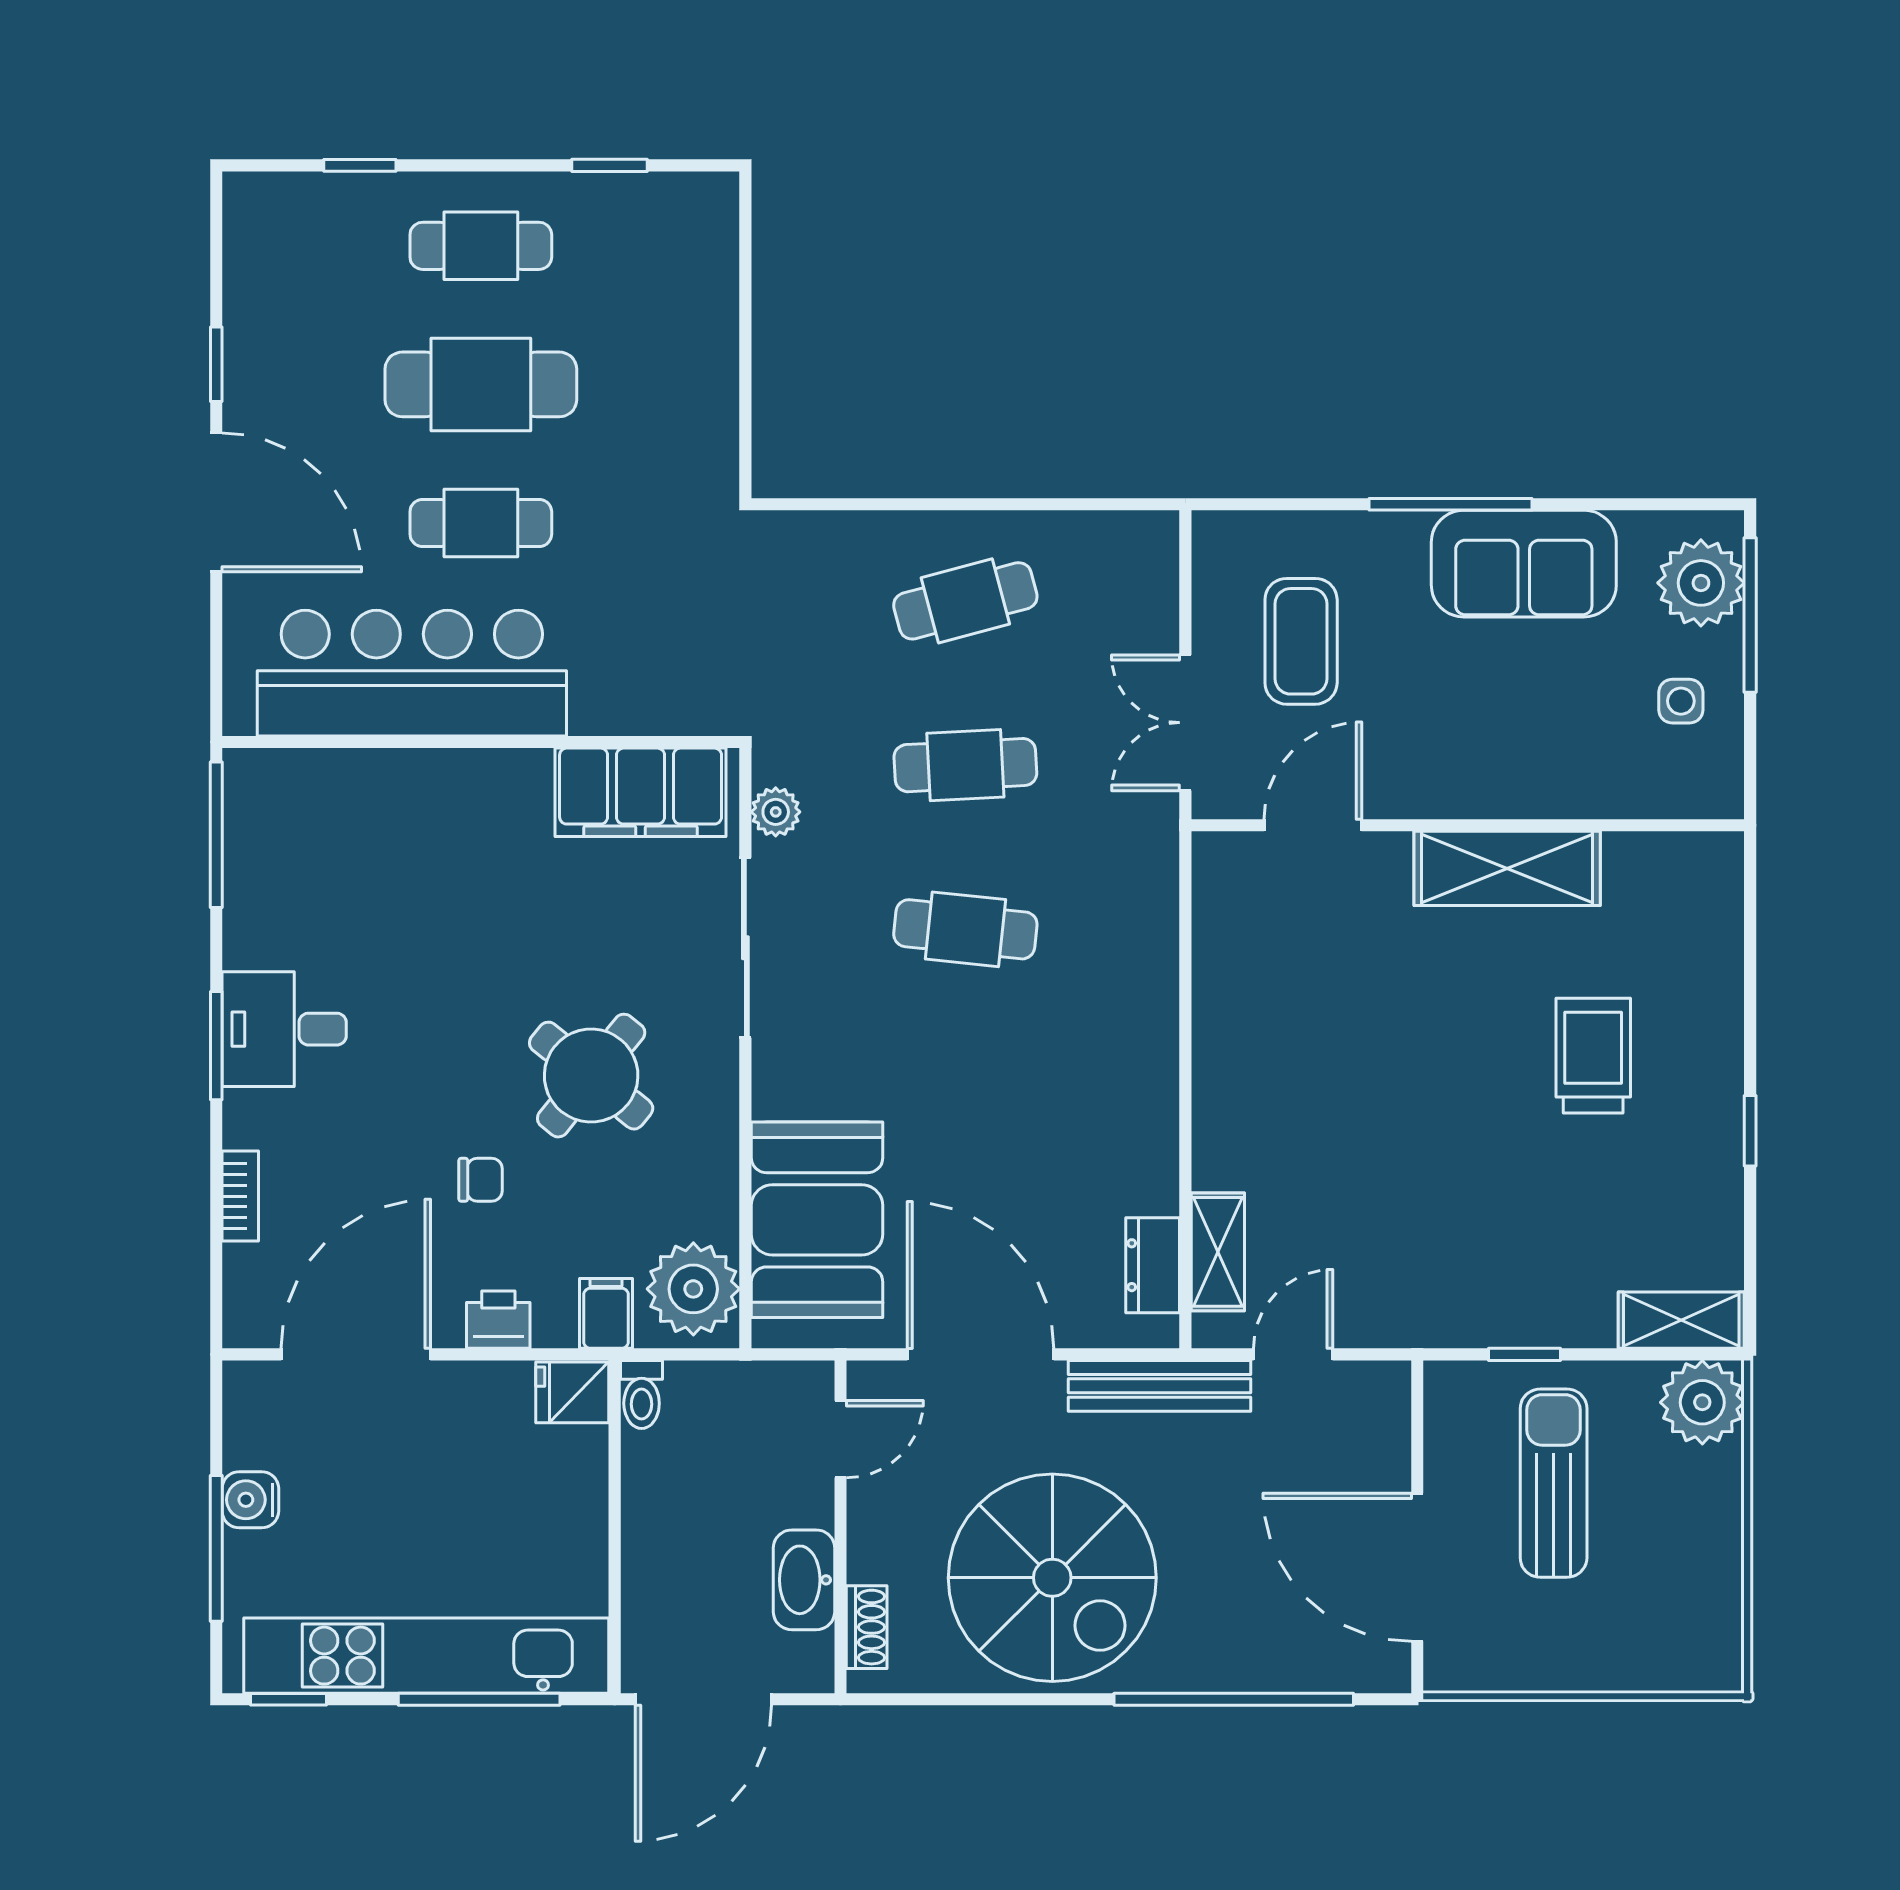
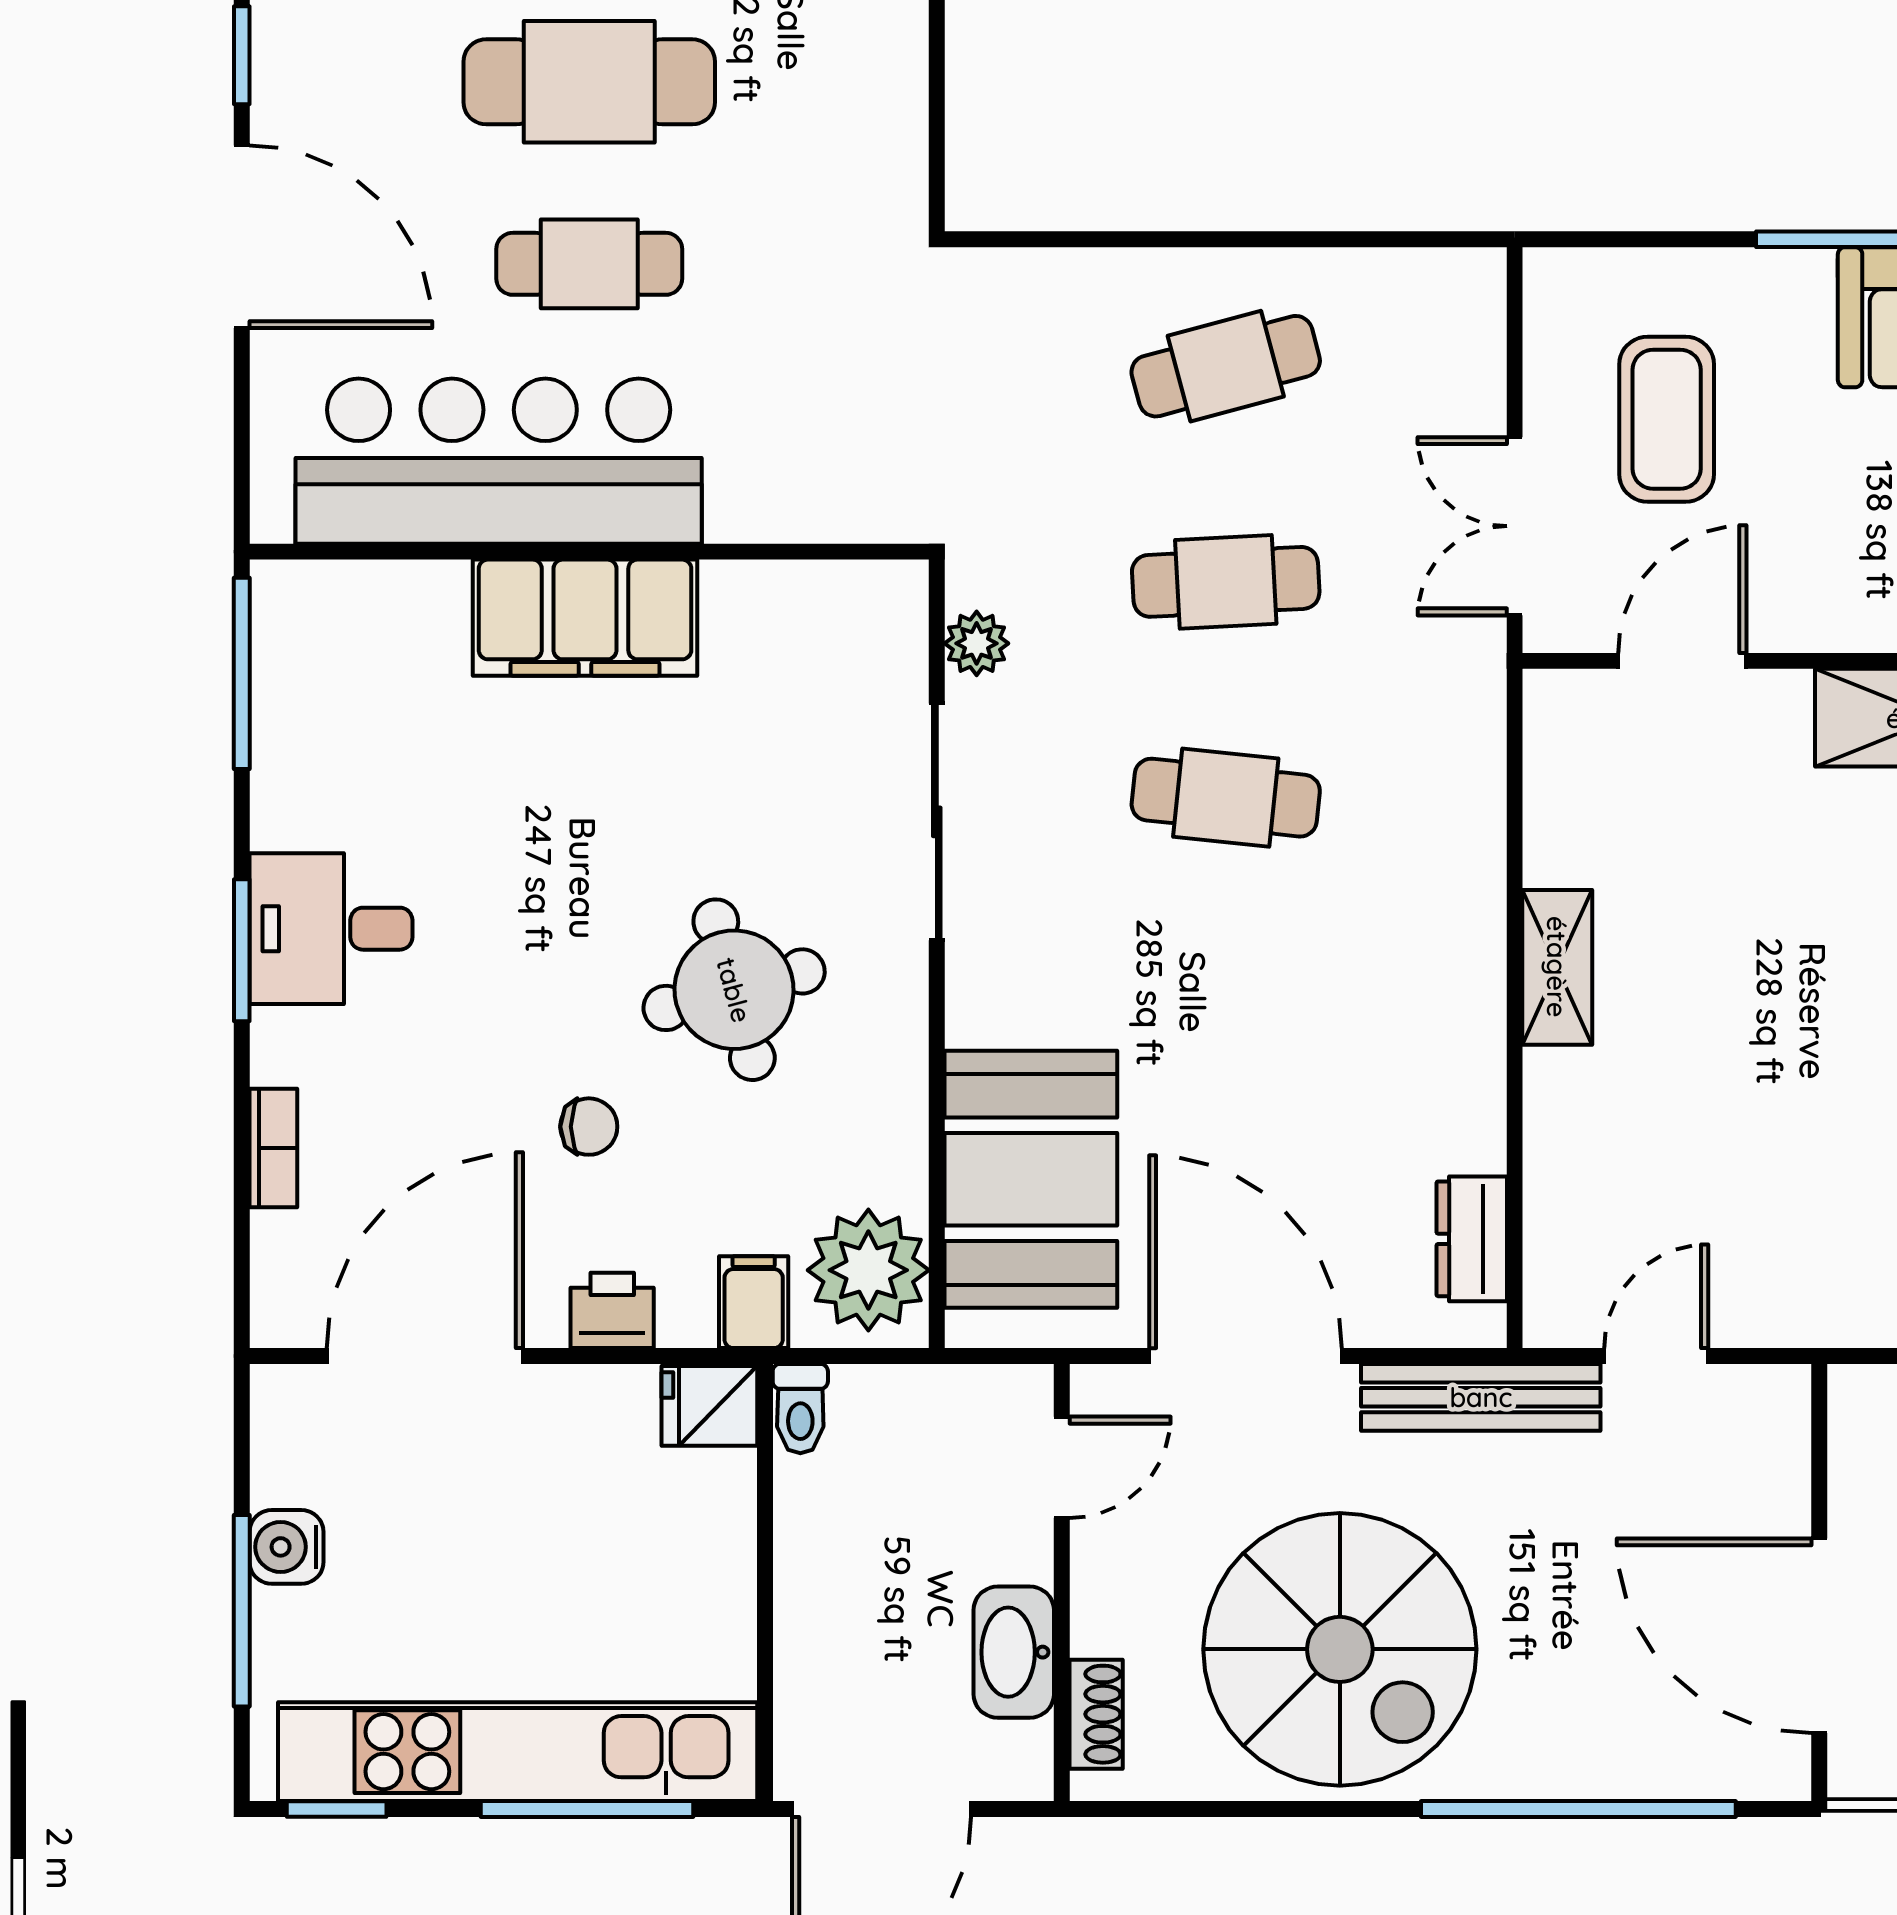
filing cabinet: (641, 792) -> (585, 618), moved
round table: (591, 1076) -> (734, 990), turned 36
shelving: (1218, 1252) -> (1557, 967), moved

